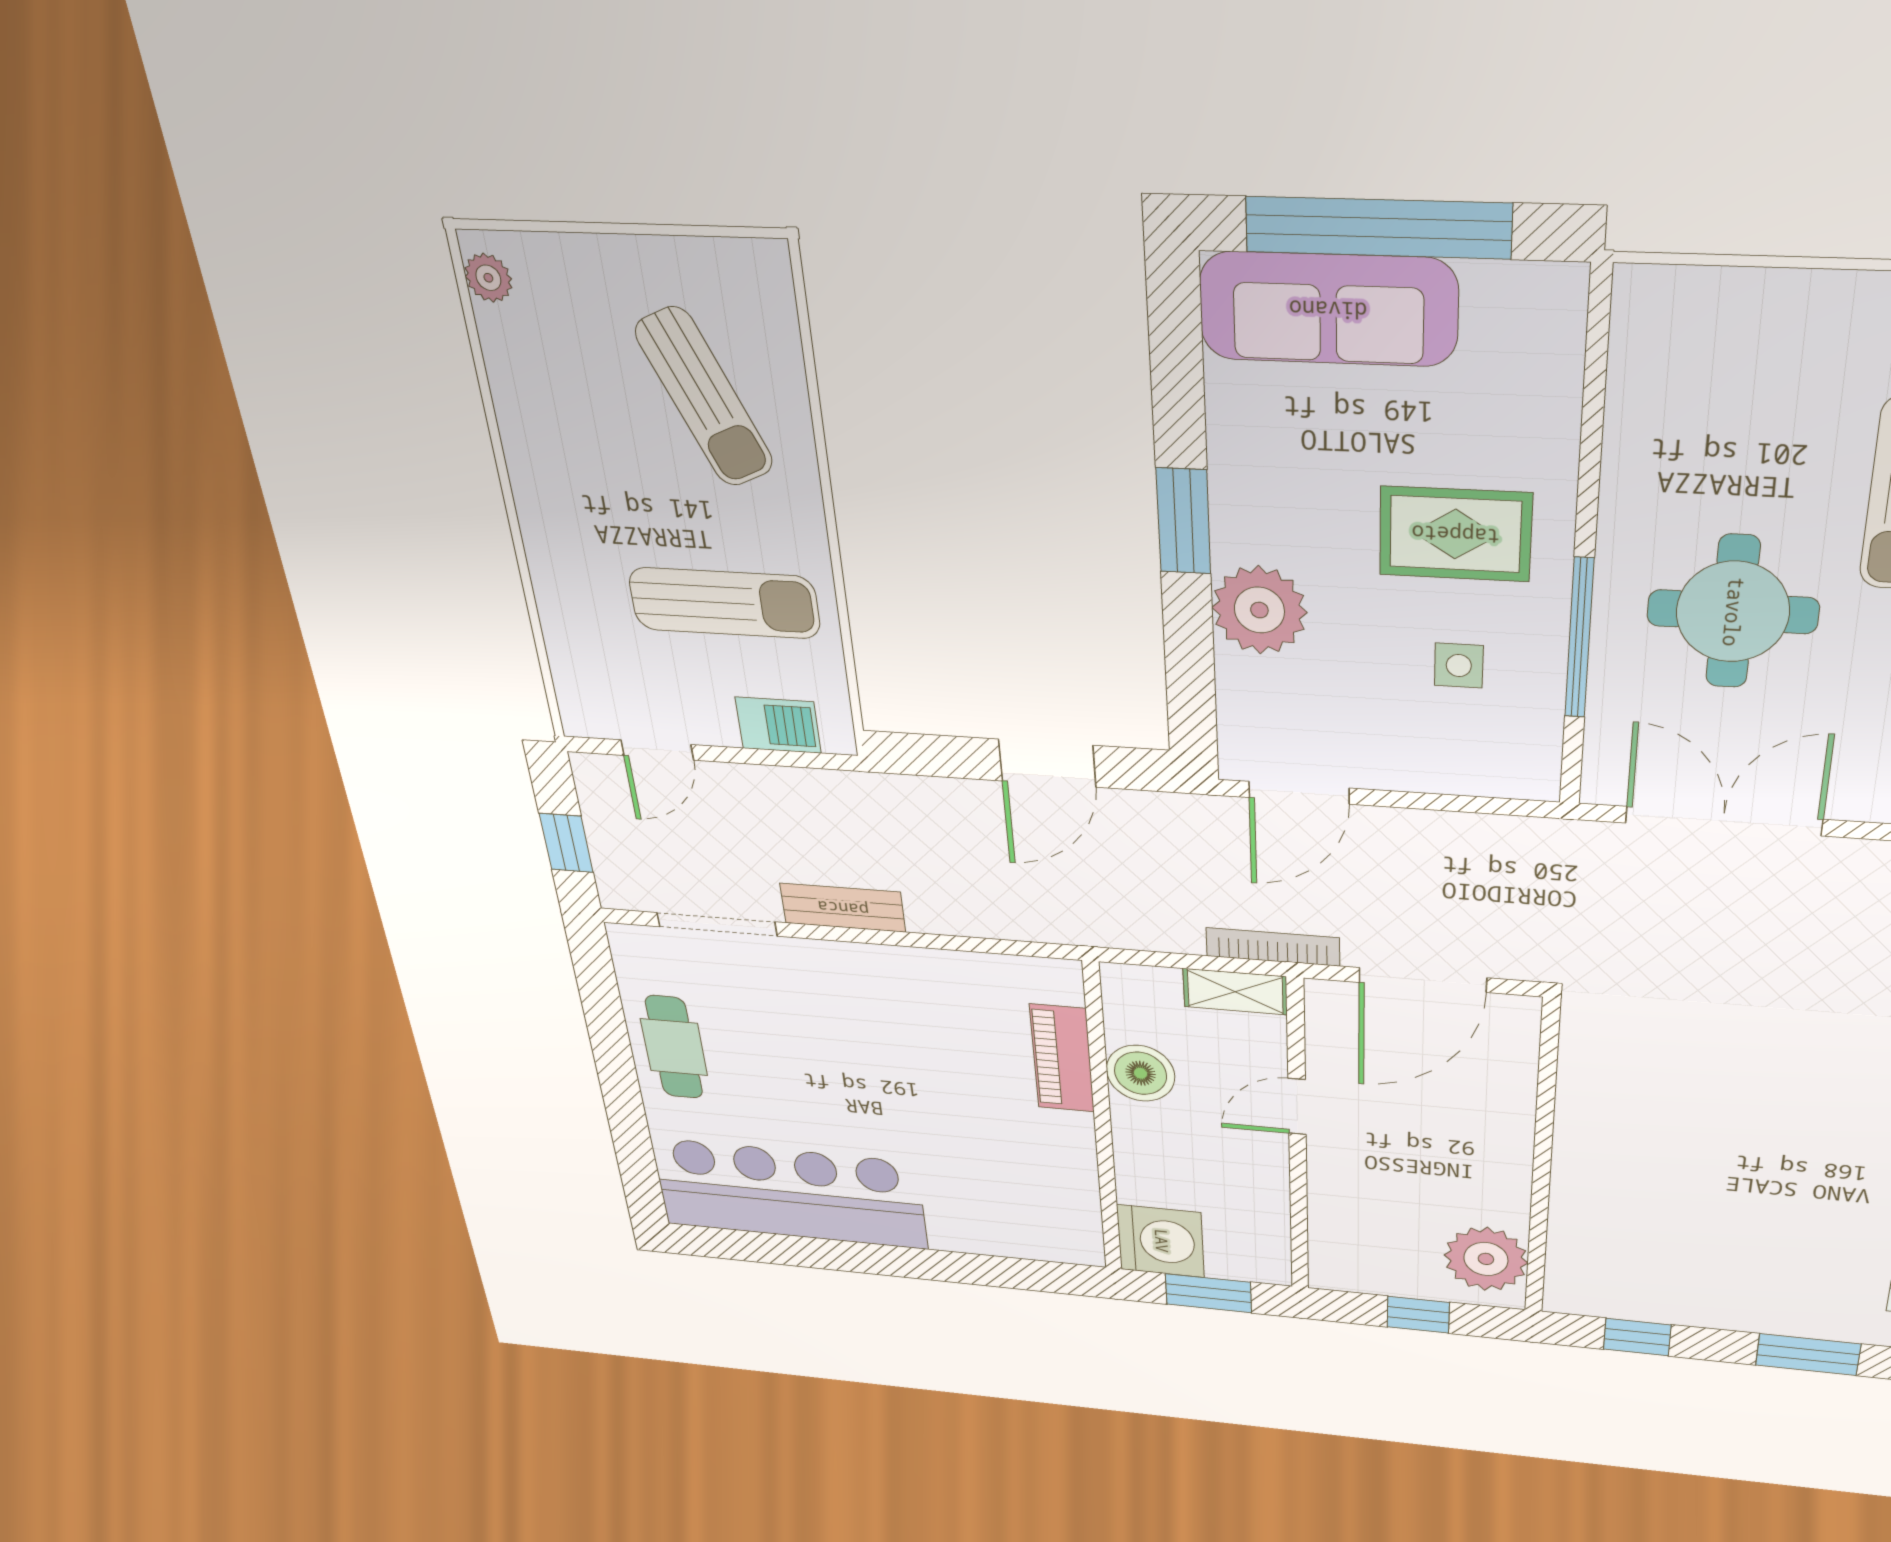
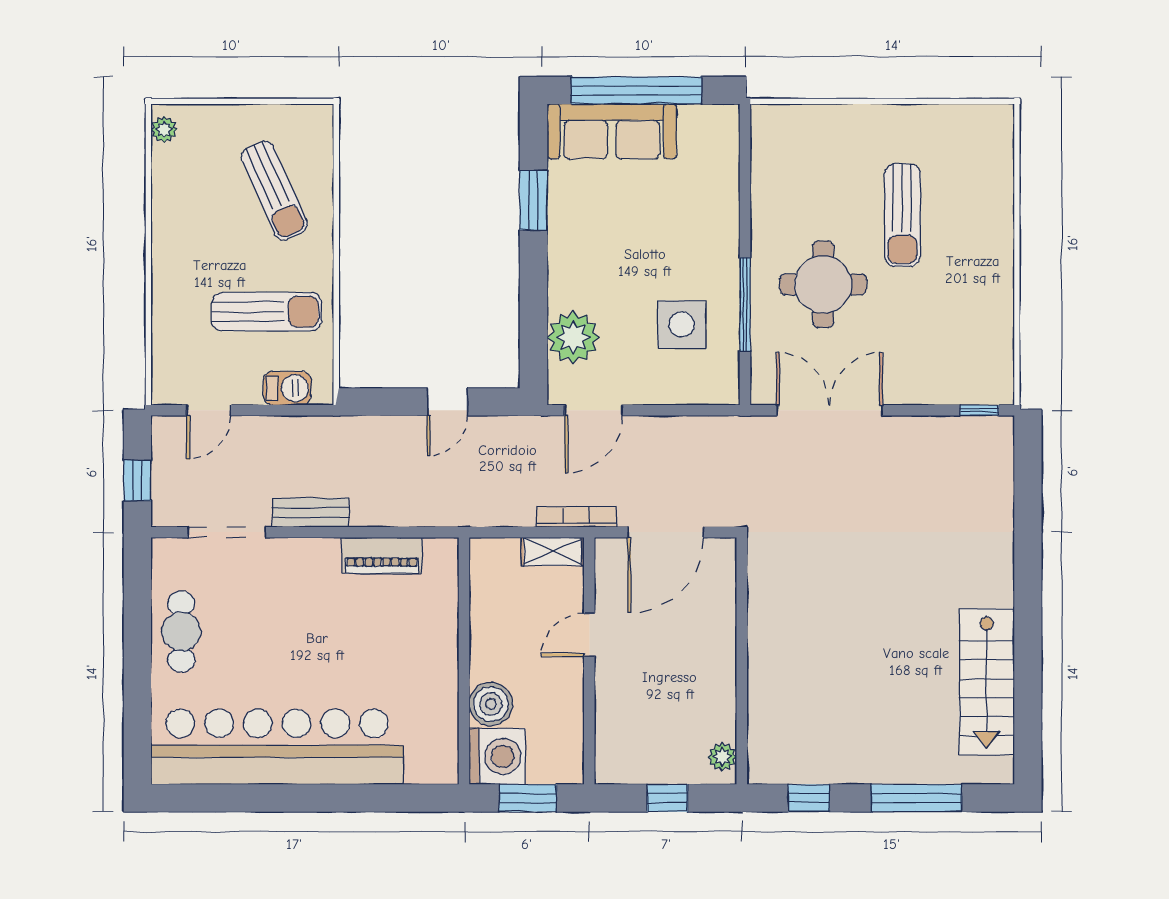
window: (1183, 521) -> (533, 200), moved
rug: (1455, 534) -> (678, 248), removed
plant: (1259, 610) -> (573, 337), moved
side table: (1459, 665) -> (682, 324), width x1.87, depth x1.87
door: (1047, 763) -> (447, 402), width x0.73
piano: (1062, 1058) -> (382, 555), moved, turned -90
boiler: (1141, 1073) -> (491, 704), moved
bar counter: (790, 1193) -> (277, 747), width x1.36
plant: (1486, 1259) -> (722, 757), width x0.53, depth x0.53
window: (1808, 1355) -> (916, 798), width x1.44

